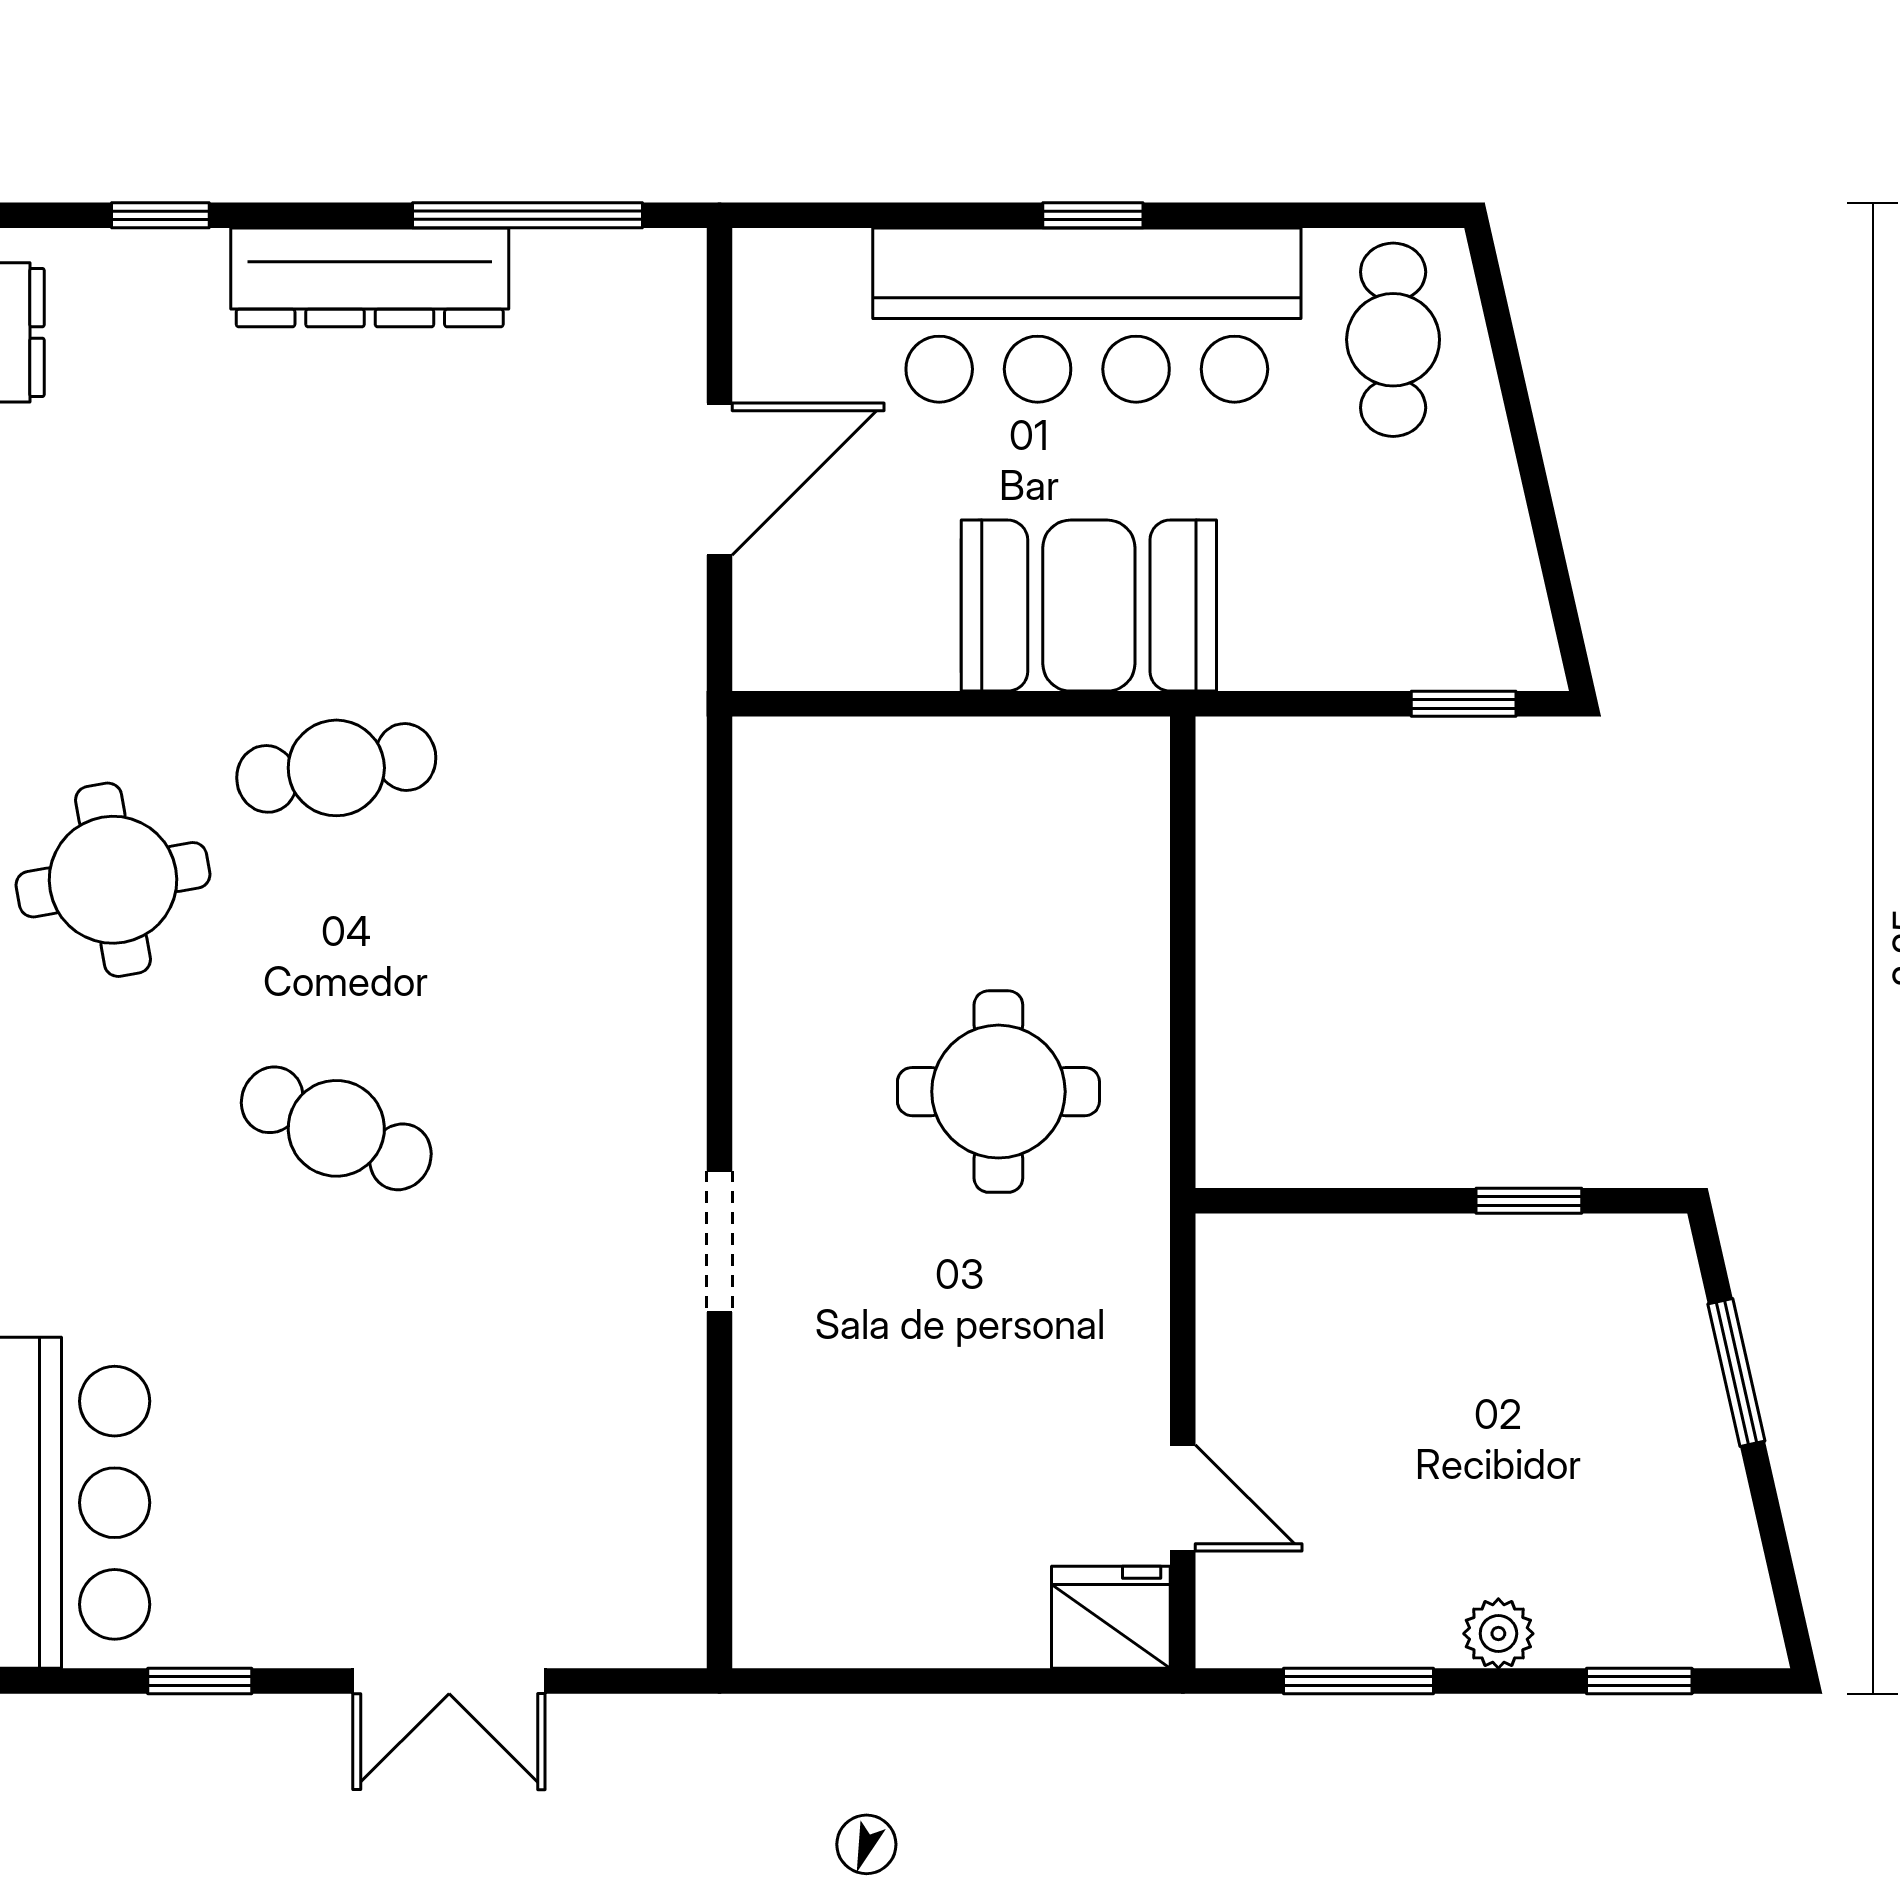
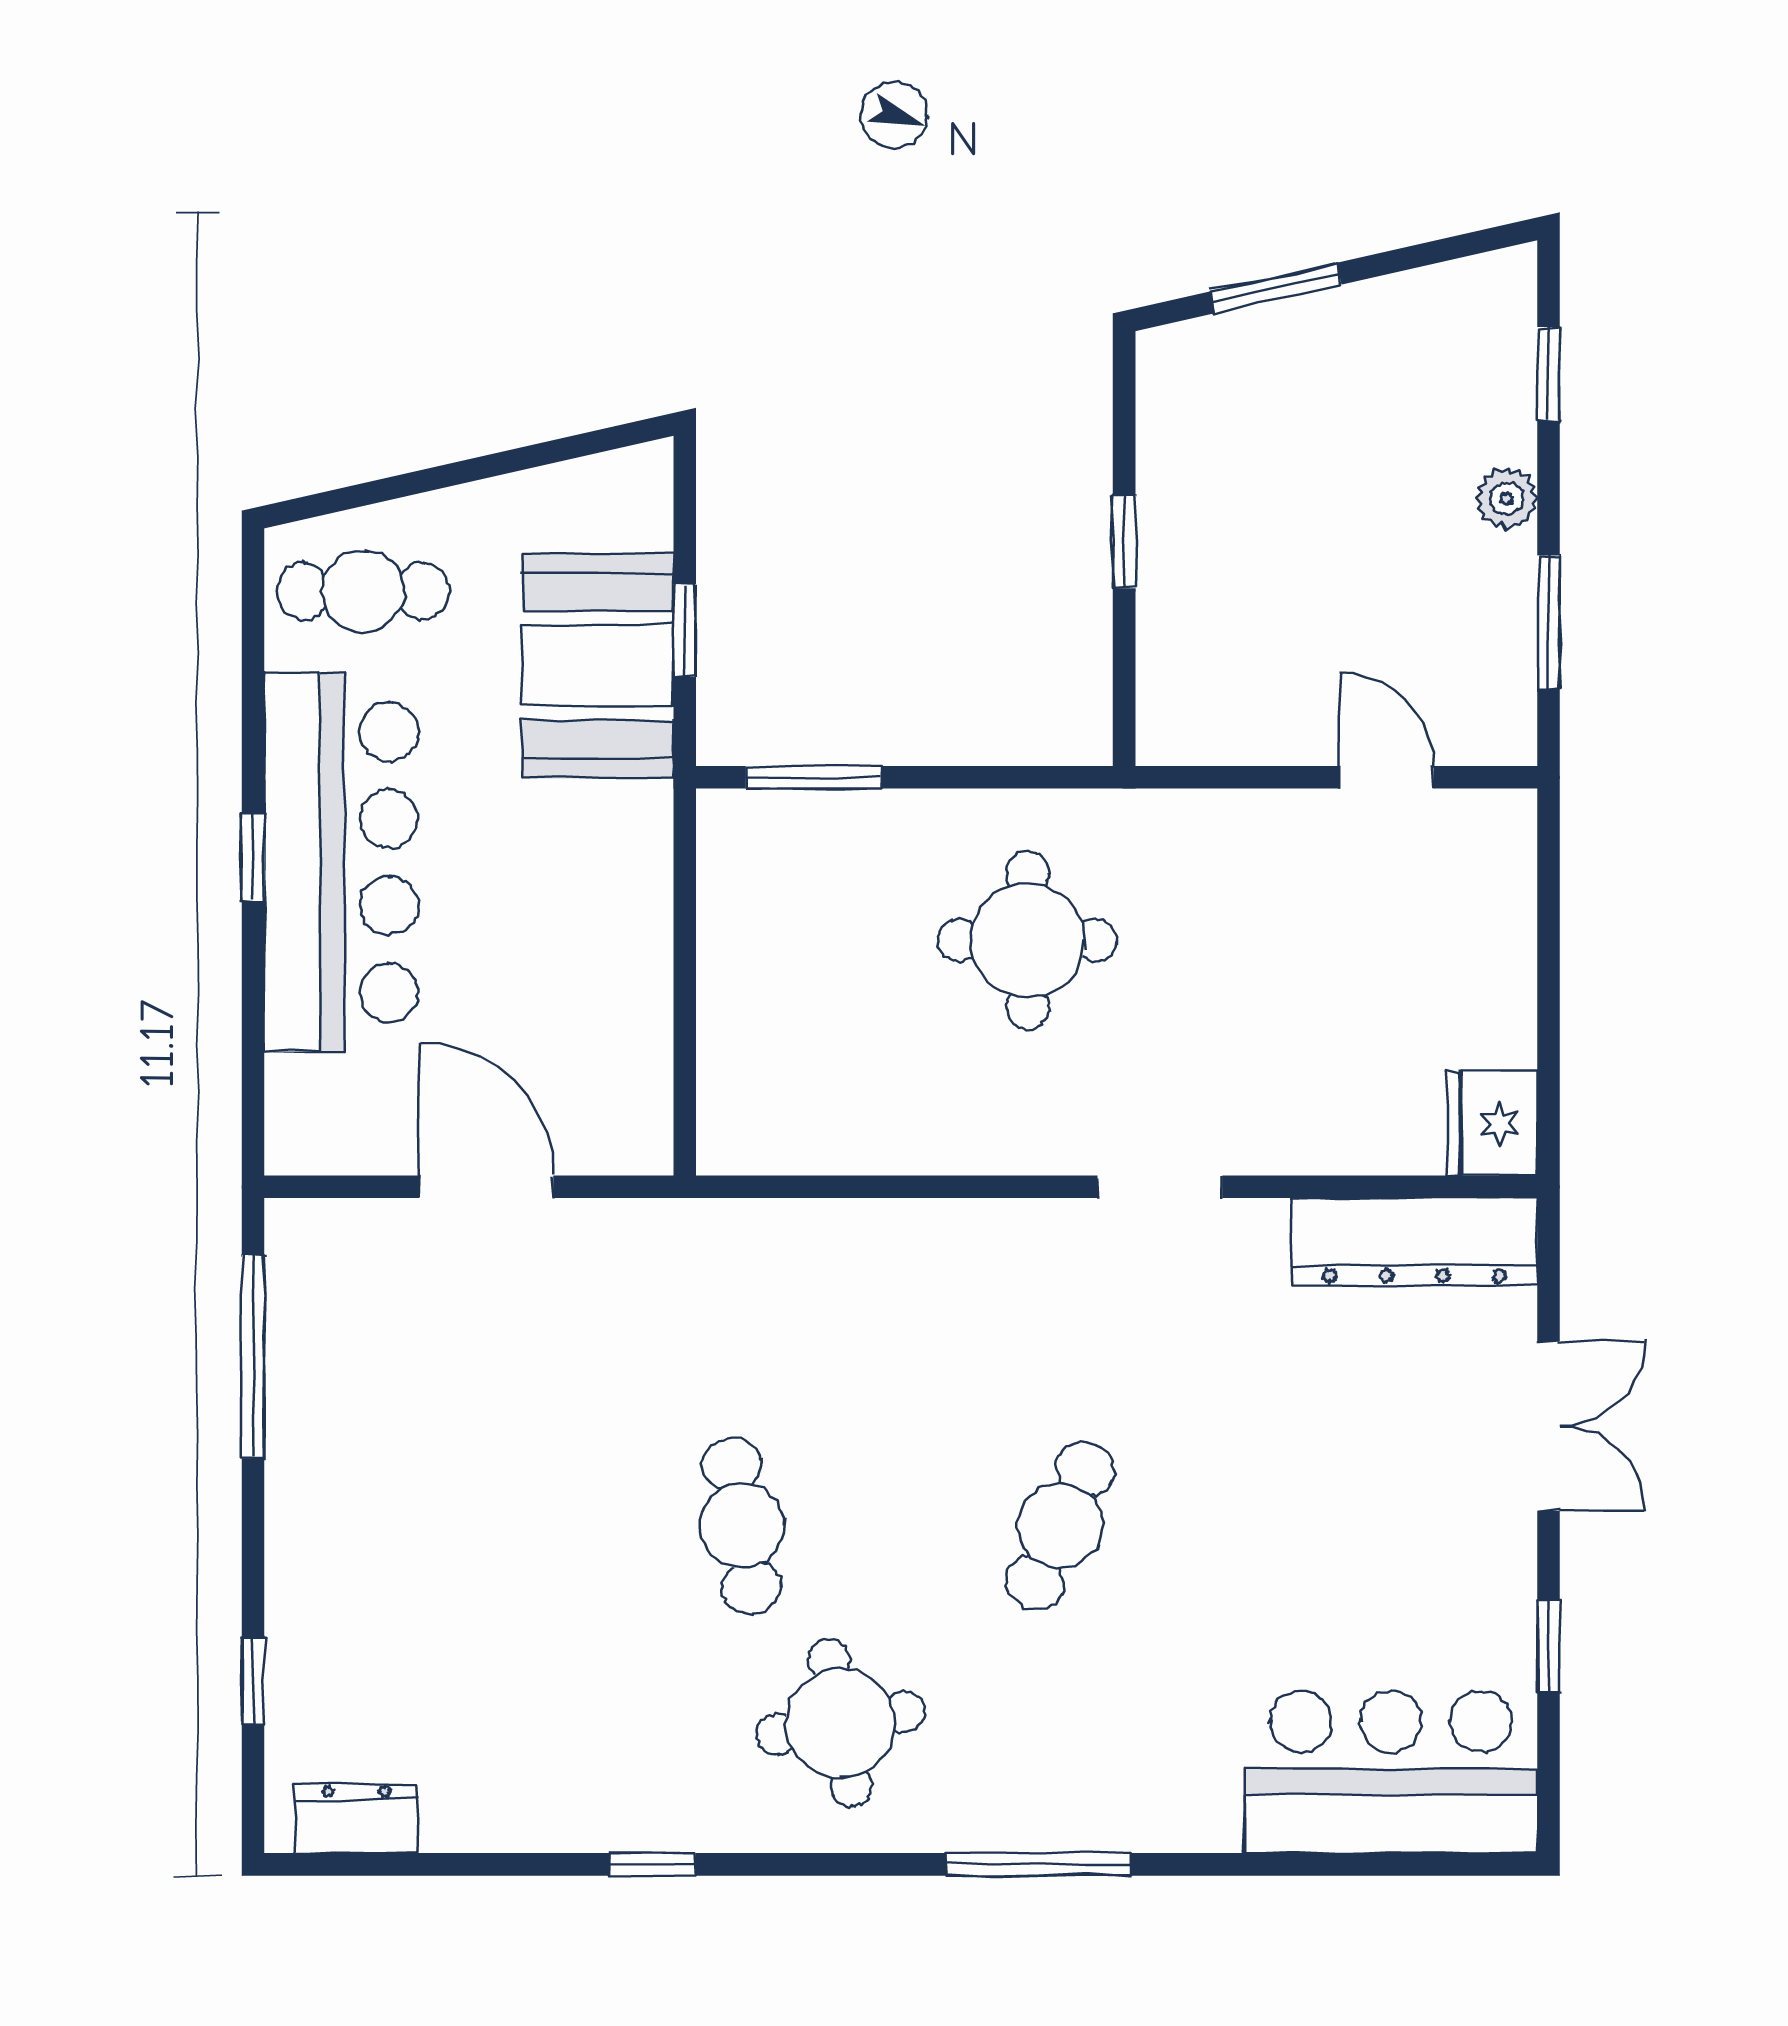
dresser: (370, 277) -> (1415, 1242), moved, turned 90
booth: (1089, 606) -> (598, 666), moved
window: (1464, 704) -> (685, 630), moved
window: (1183, 850) -> (814, 777), added
window: (1529, 1201) -> (1124, 542), moved
door: (1183, 1498) -> (1387, 777), hinge flipped
fridge: (1111, 1617) -> (1492, 1123), moved

